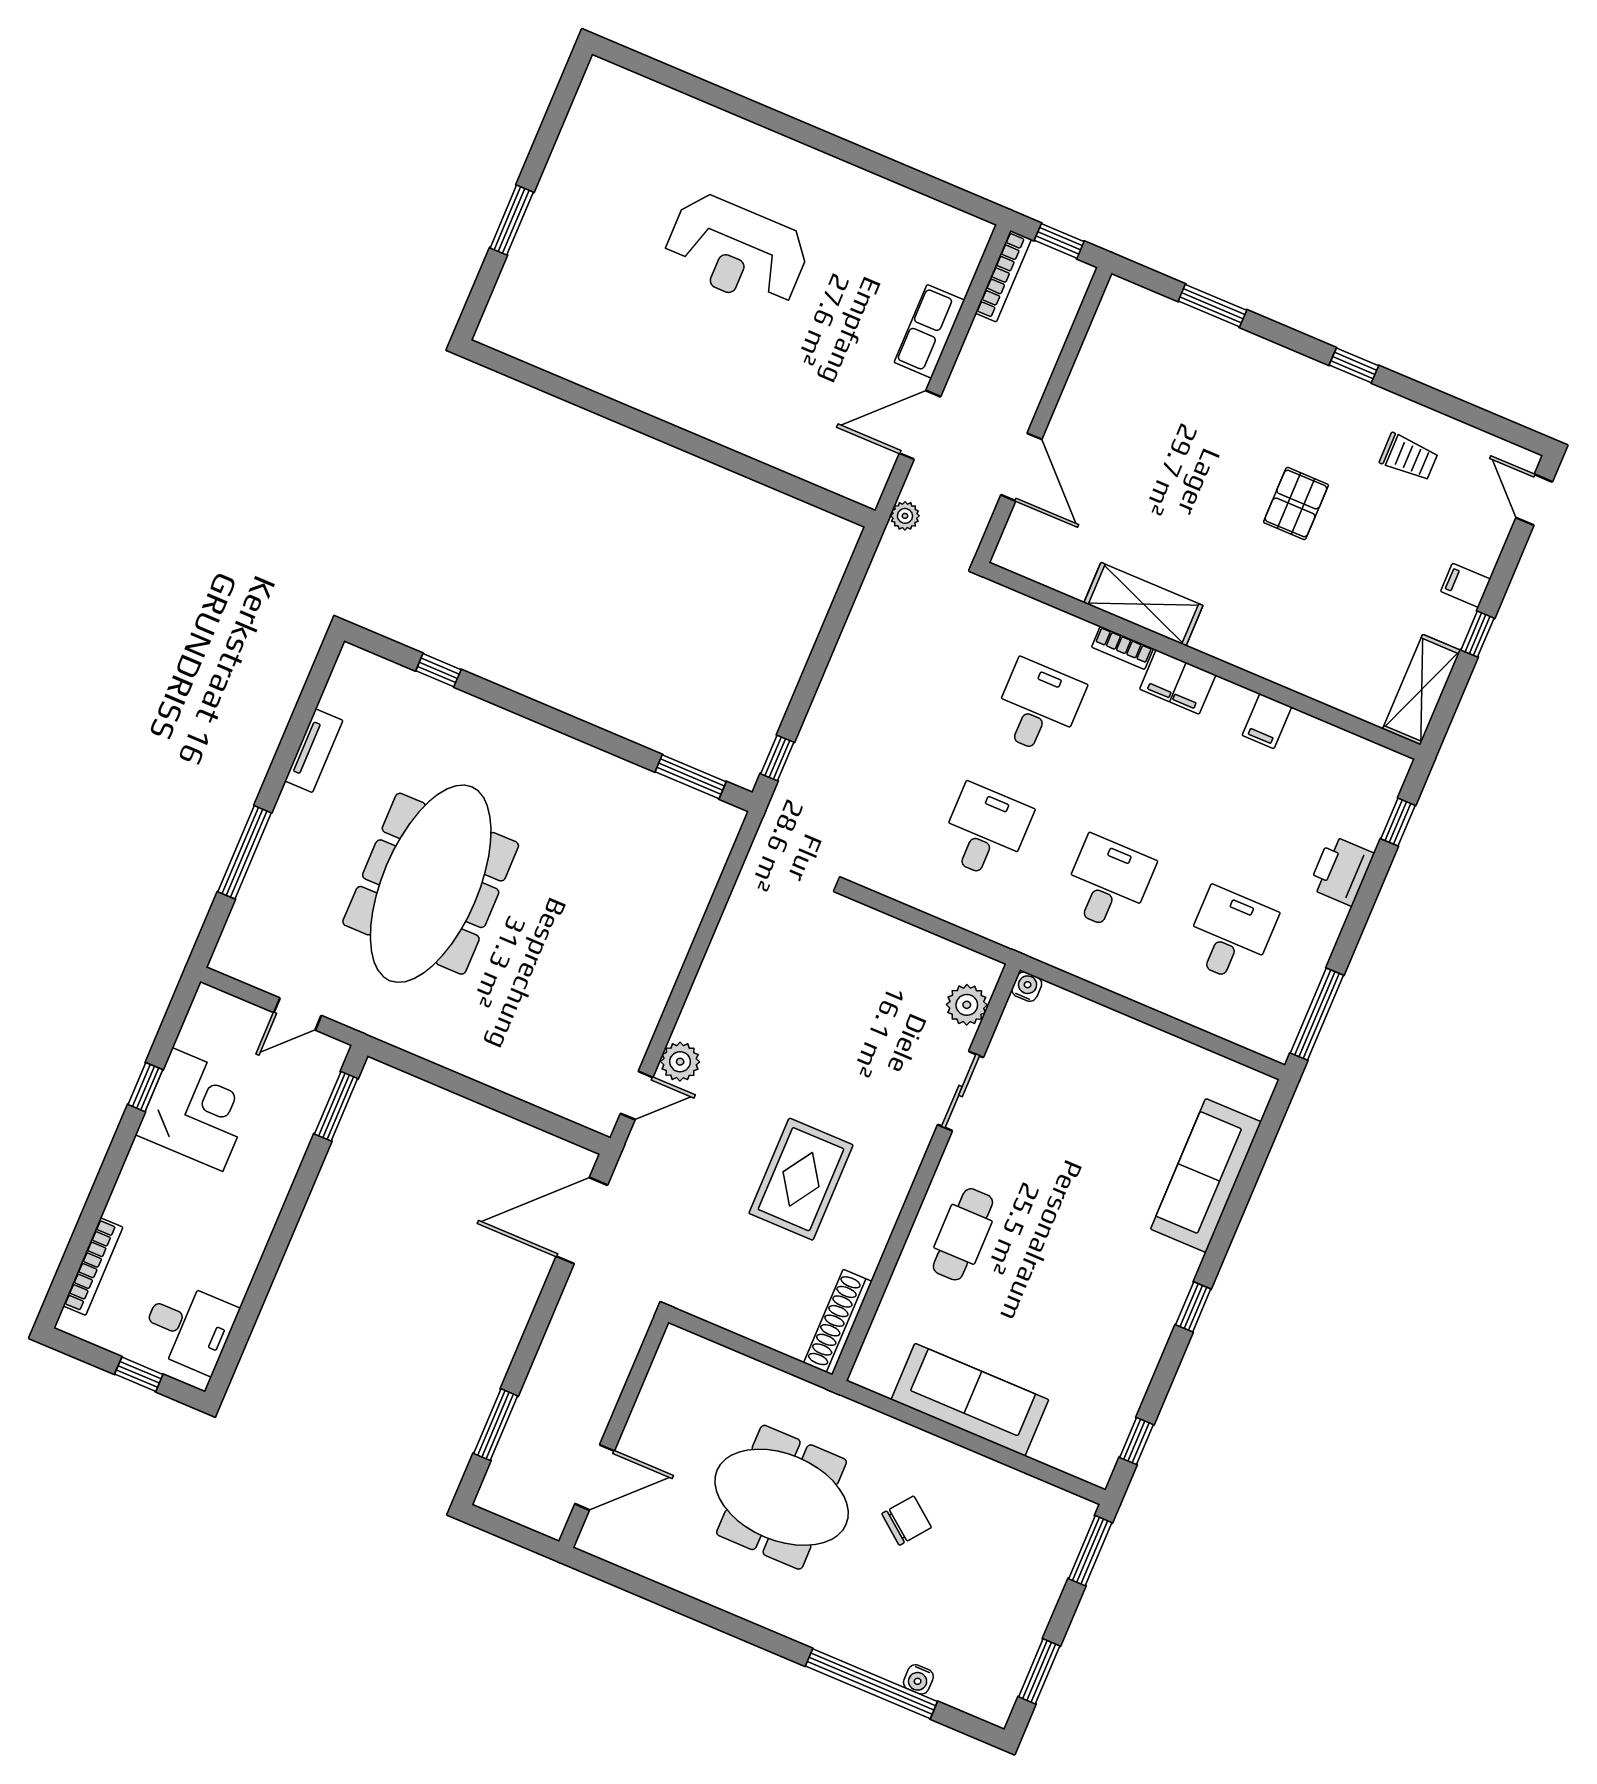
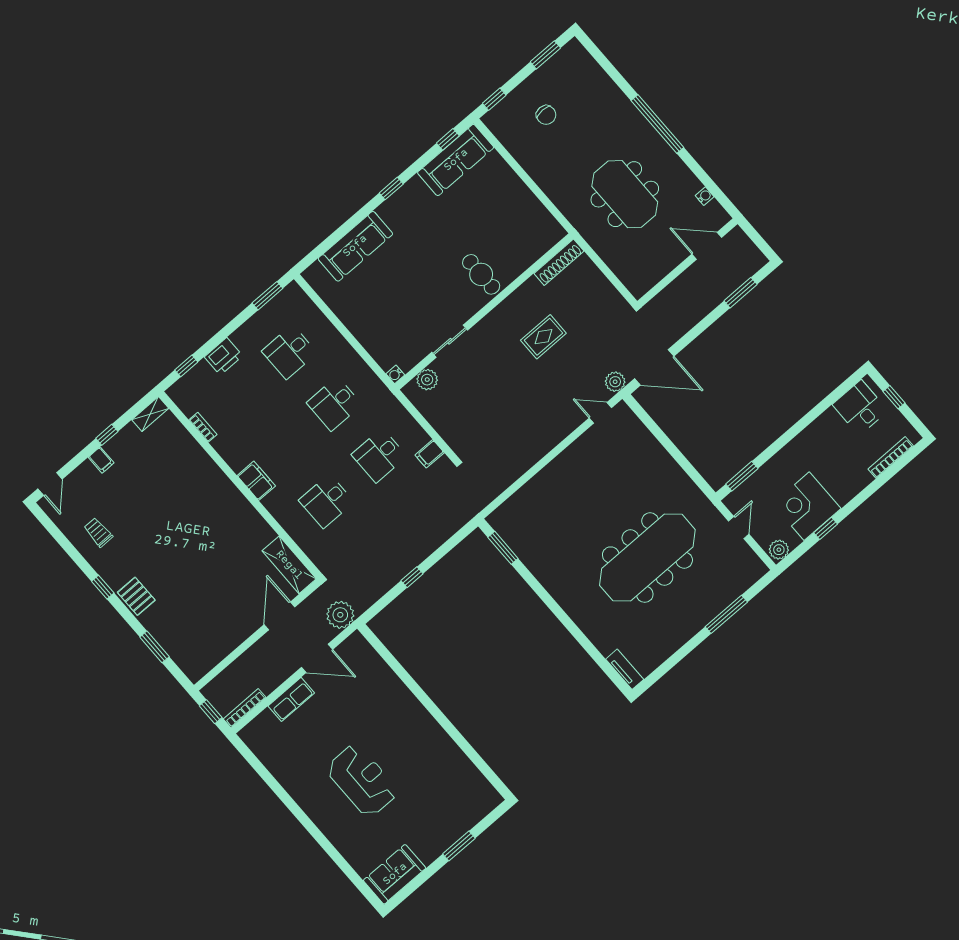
sofa: (600, 115) -> (395, 874), added
pallet: (1296, 503) -> (136, 596), moved, turned 90
plant: (905, 516) -> (340, 615), width x1.88, depth x1.88
shelving: (1143, 604) -> (289, 565), moved
bookcase: (1123, 648) -> (203, 427), moved
window: (438, 670) -> (595, 654), removed
shelving: (1422, 690) -> (150, 414), width x0.67, depth x0.75
filing cabinet: (1267, 721) -> (430, 454), moved, turned 180
tv unit: (314, 751) -> (625, 669), moved, turned 90
window: (777, 758) -> (412, 577), moved
plant: (209, 1010) -> (779, 550), added
door: (298, 1014) -> (739, 528), hinge flipped
window: (1317, 1014) -> (267, 296), width x0.69
plant: (680, 1062) -> (615, 382), moved
rug: (801, 1179) -> (543, 337), width x0.73, depth x0.70
cafe table: (963, 1234) -> (481, 274), turned 90
sofa: (970, 1400) -> (456, 160), moved, turned -90
chair: (907, 1521) -> (546, 115), moved, turned -128
window: (1090, 1551) -> (494, 99), width x0.67
water cooler: (918, 1679) -> (705, 196), moved
window: (871, 1684) -> (657, 124), moved

